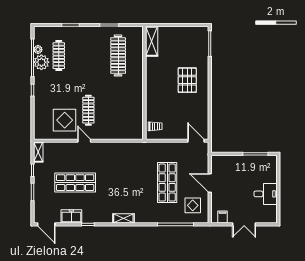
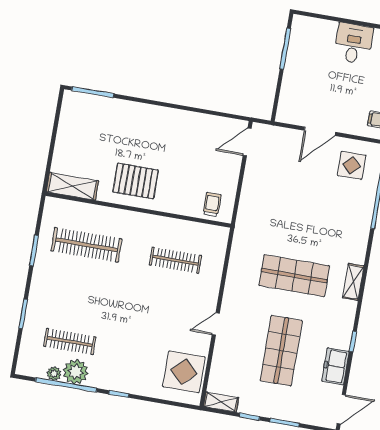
pallet: (187, 80) -> (135, 181), moved
clothes rail: (88, 110) -> (175, 260), moved
display table: (65, 120) -> (184, 372), moved
shop shelf: (167, 183) -> (294, 276), moved

